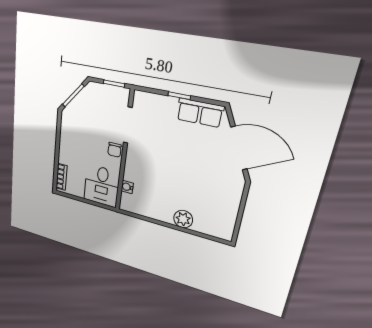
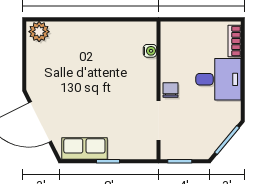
desk: (102, 186) -> (218, 79), moved, turned 90
plant: (183, 219) -> (39, 32), moved

